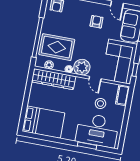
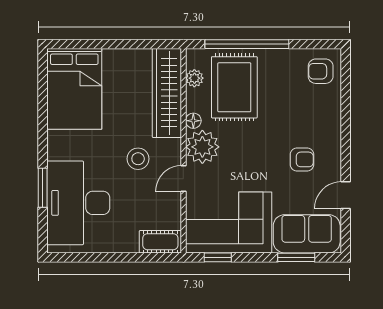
stool: (100, 103) -> (138, 159), moved

